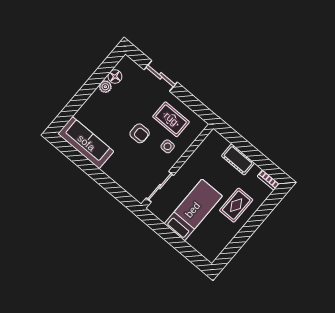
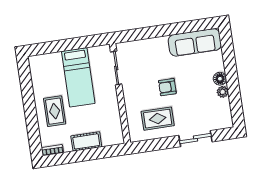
floor lamp: (115, 76) -> (220, 79), moved
side table: (168, 146) -> (140, 99), removed

